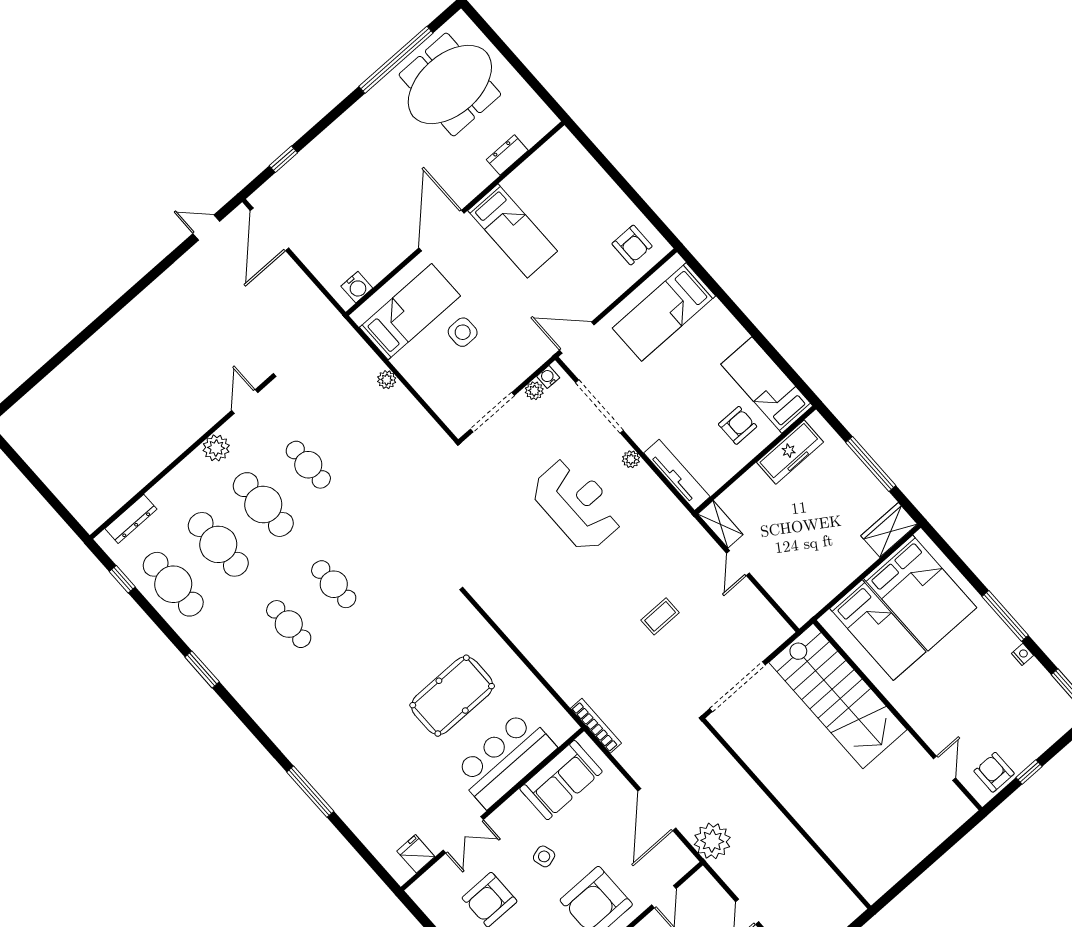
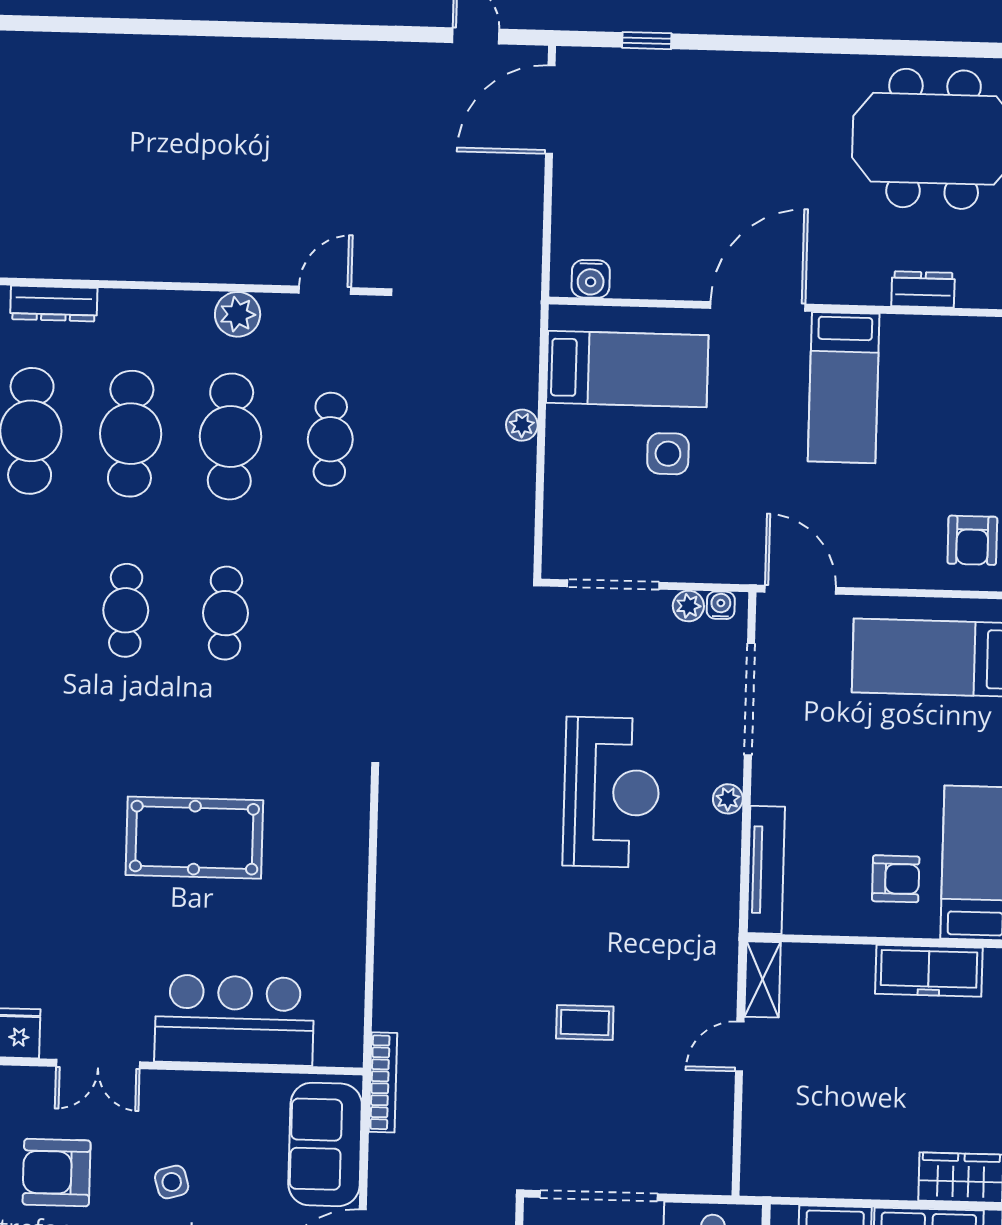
window: (396, 60) -> (896, 48), removed
pool table: (452, 696) -> (194, 838), moved
sofa: (561, 780) -> (325, 1144), moved, turned 90

